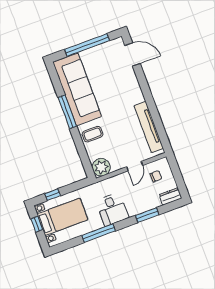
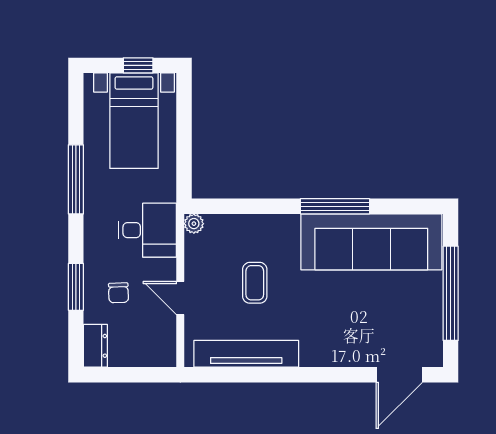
coffee table: (93, 134) -> (255, 283), moved
plant: (101, 167) -> (194, 224), width x0.53, depth x0.53
chair: (156, 176) -> (119, 293), moved
window: (53, 195) -> (184, 118), removed
desk: (112, 209) -> (147, 230), moved, turned 180

